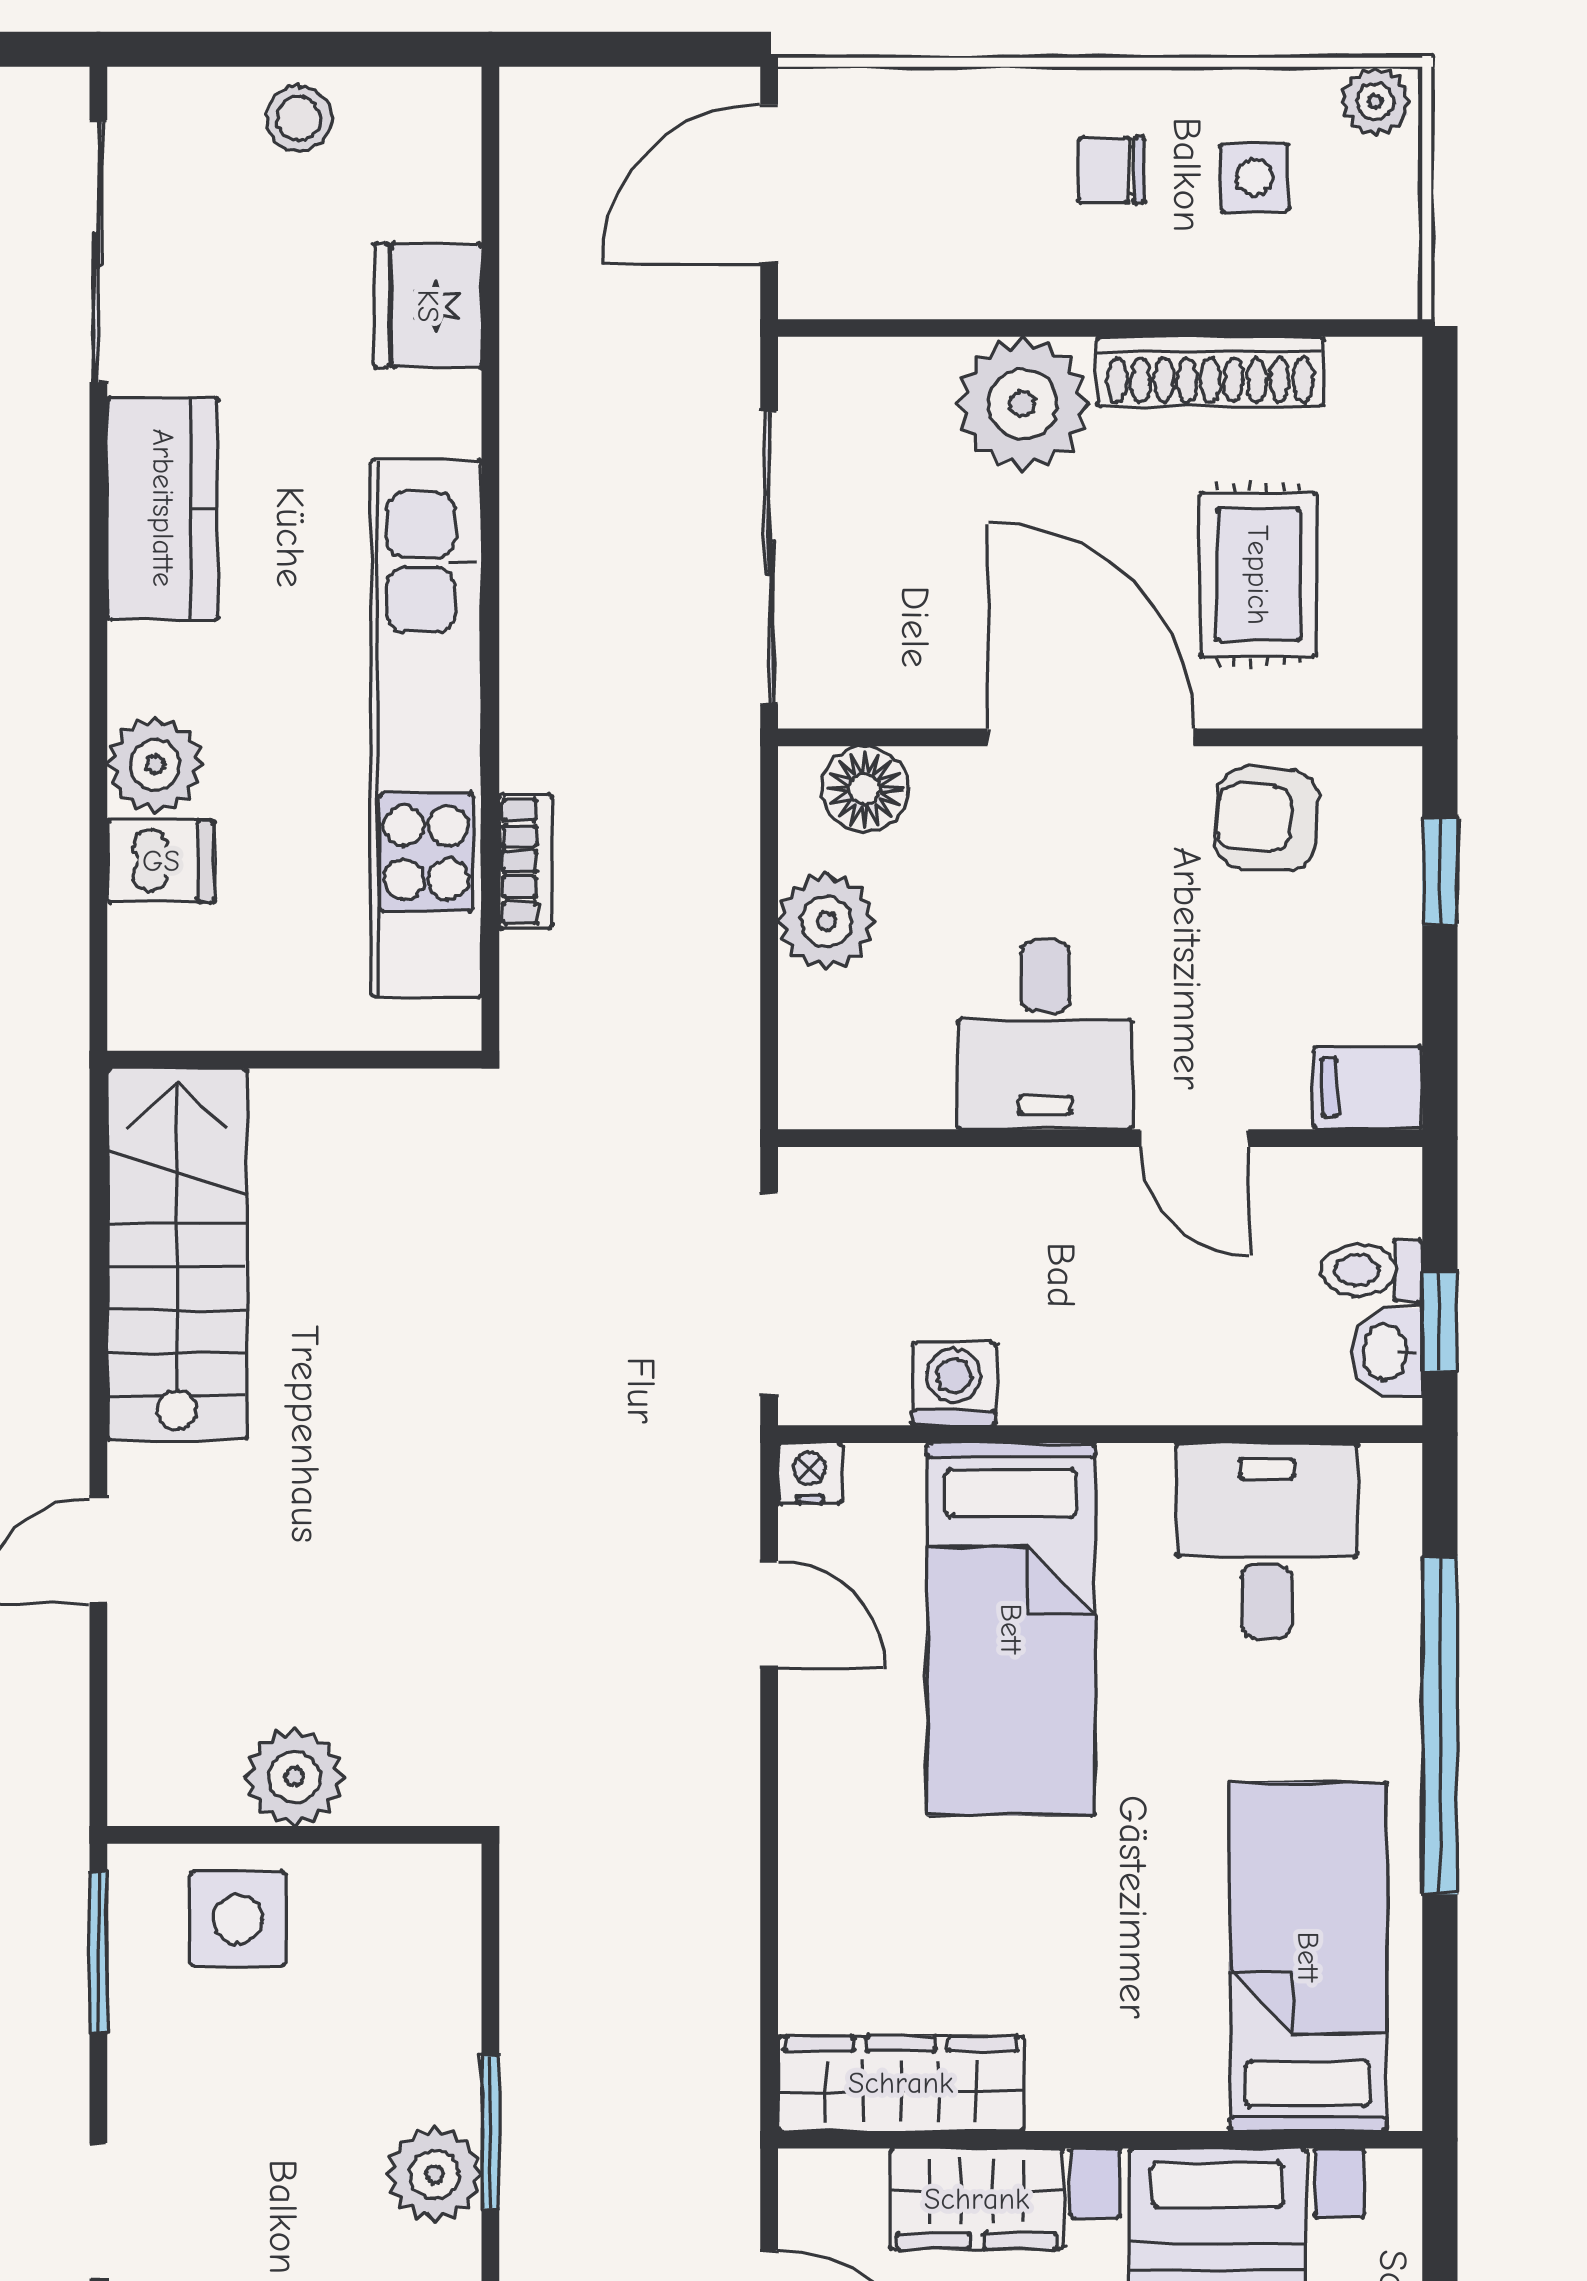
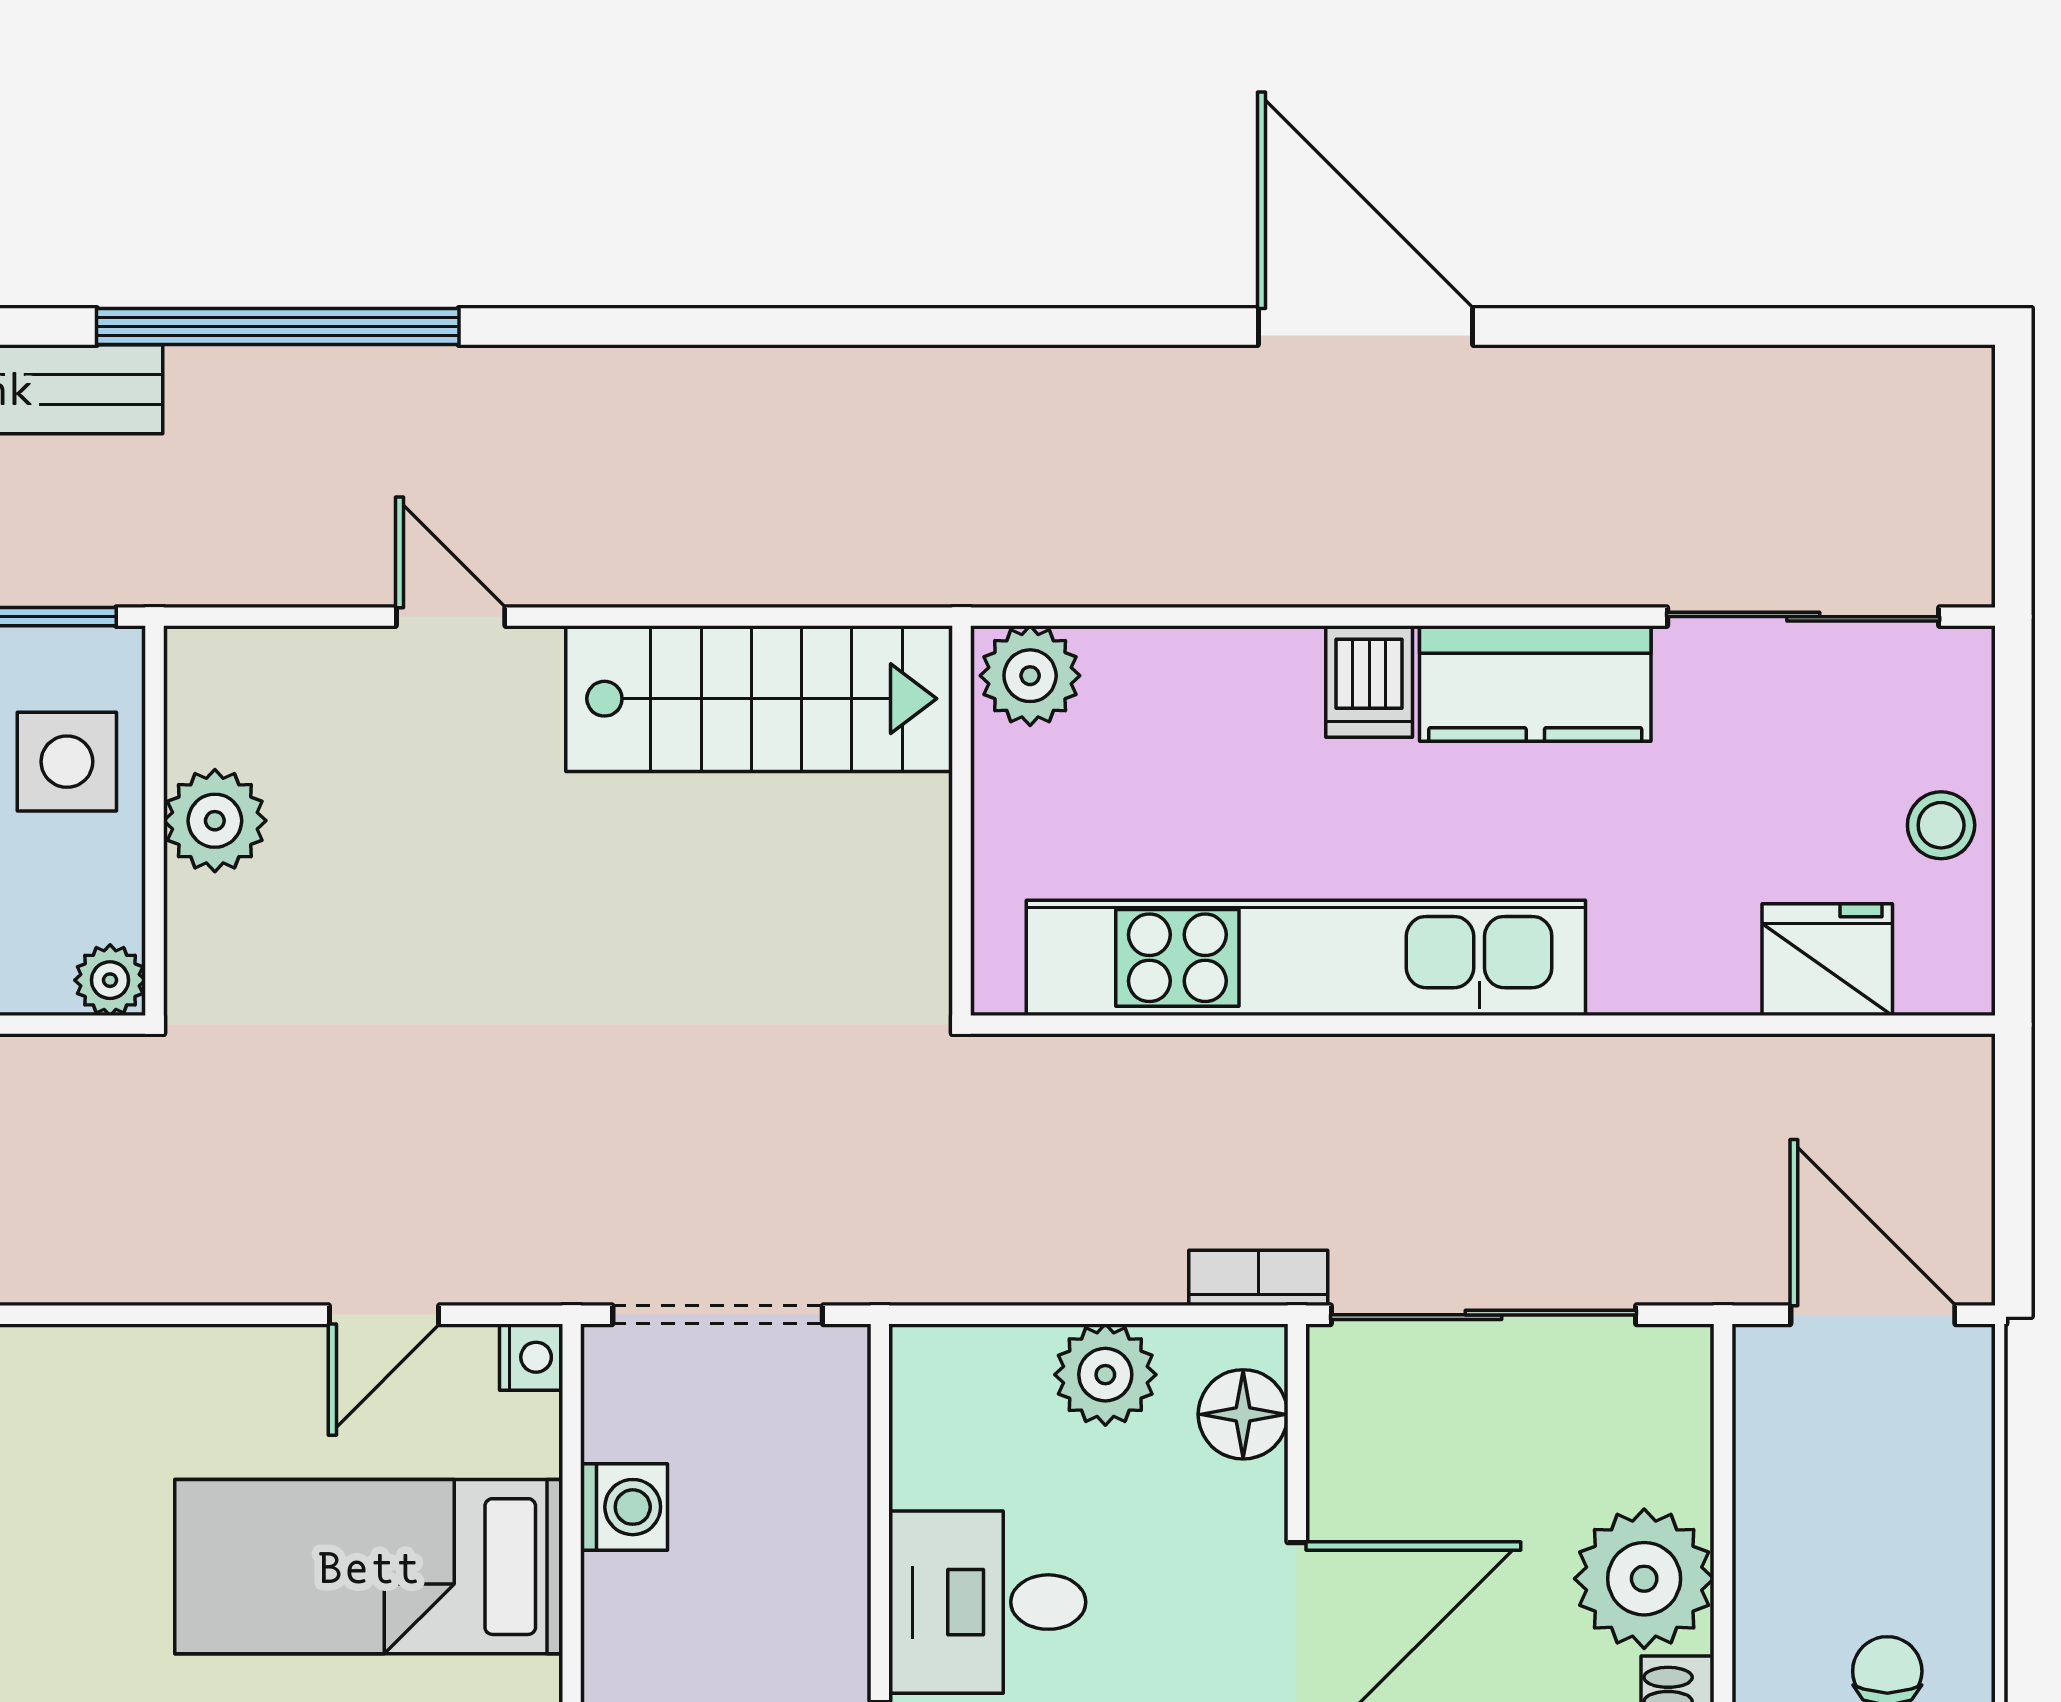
fridge: (428, 306) -> (1827, 960), moved
plant: (155, 765) -> (1030, 676), moved
dishwasher: (161, 861) -> (1369, 682), moved
bookcase: (526, 862) -> (1258, 1278), moved, turned 180
plant: (448, 1878) -> (110, 980), added

